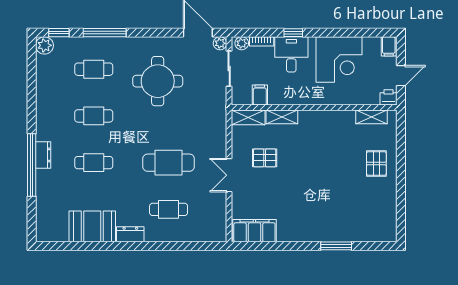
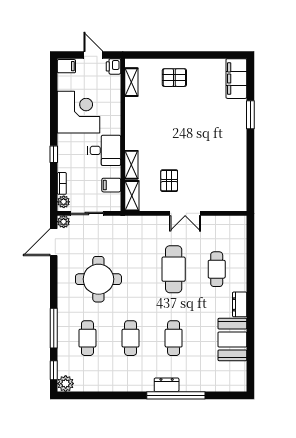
desk: (291, 54) -> (104, 150), moved, turned 180
filing cabinet: (254, 231) -> (236, 79), moved

